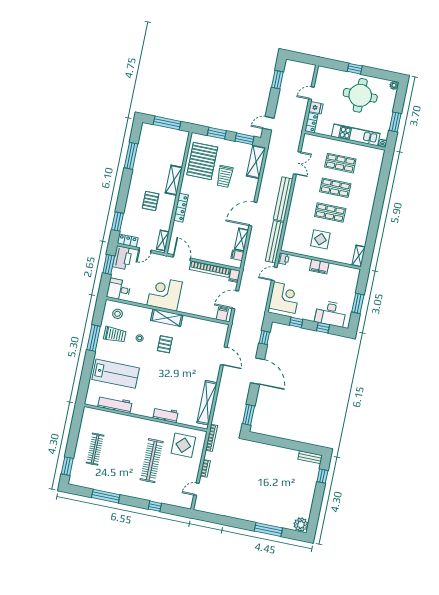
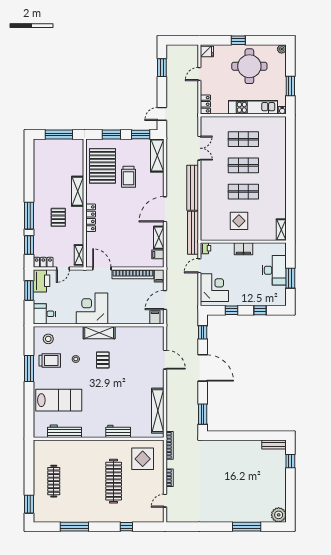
fridge: (316, 108) -> (207, 51), moved
window: (131, 156) -> (29, 216), moved
desk: (331, 314) -> (274, 270), moved, turned -90

